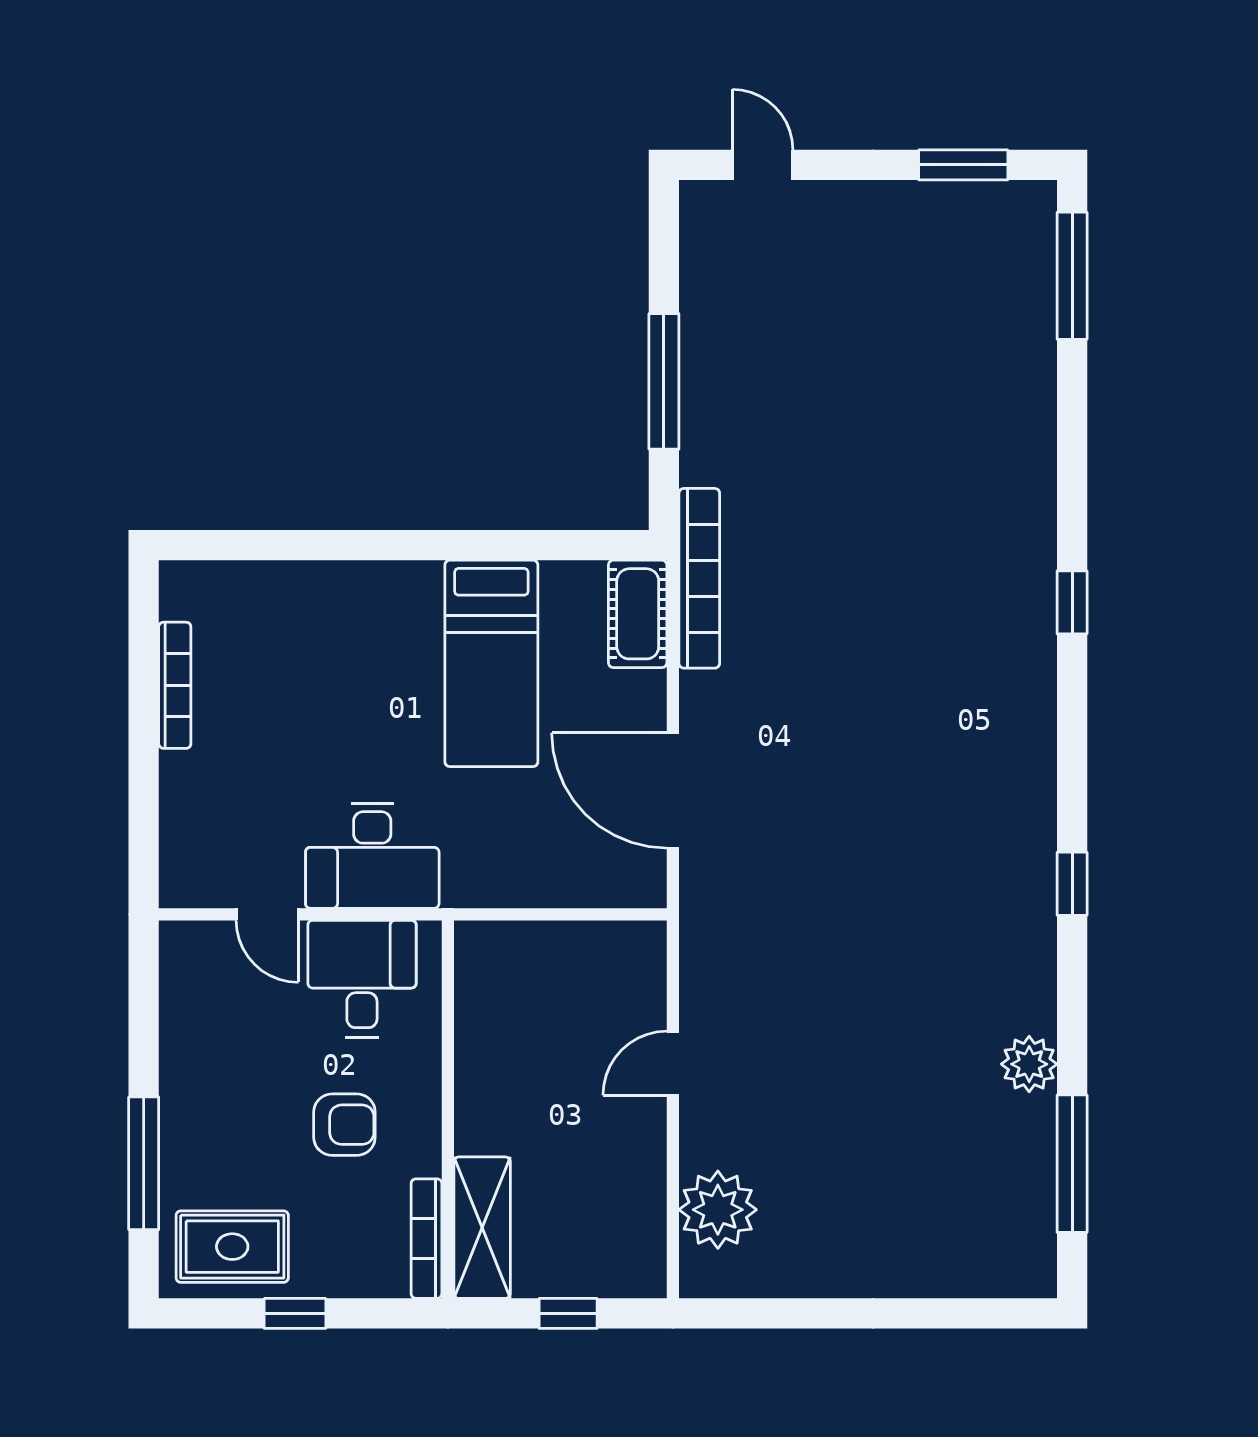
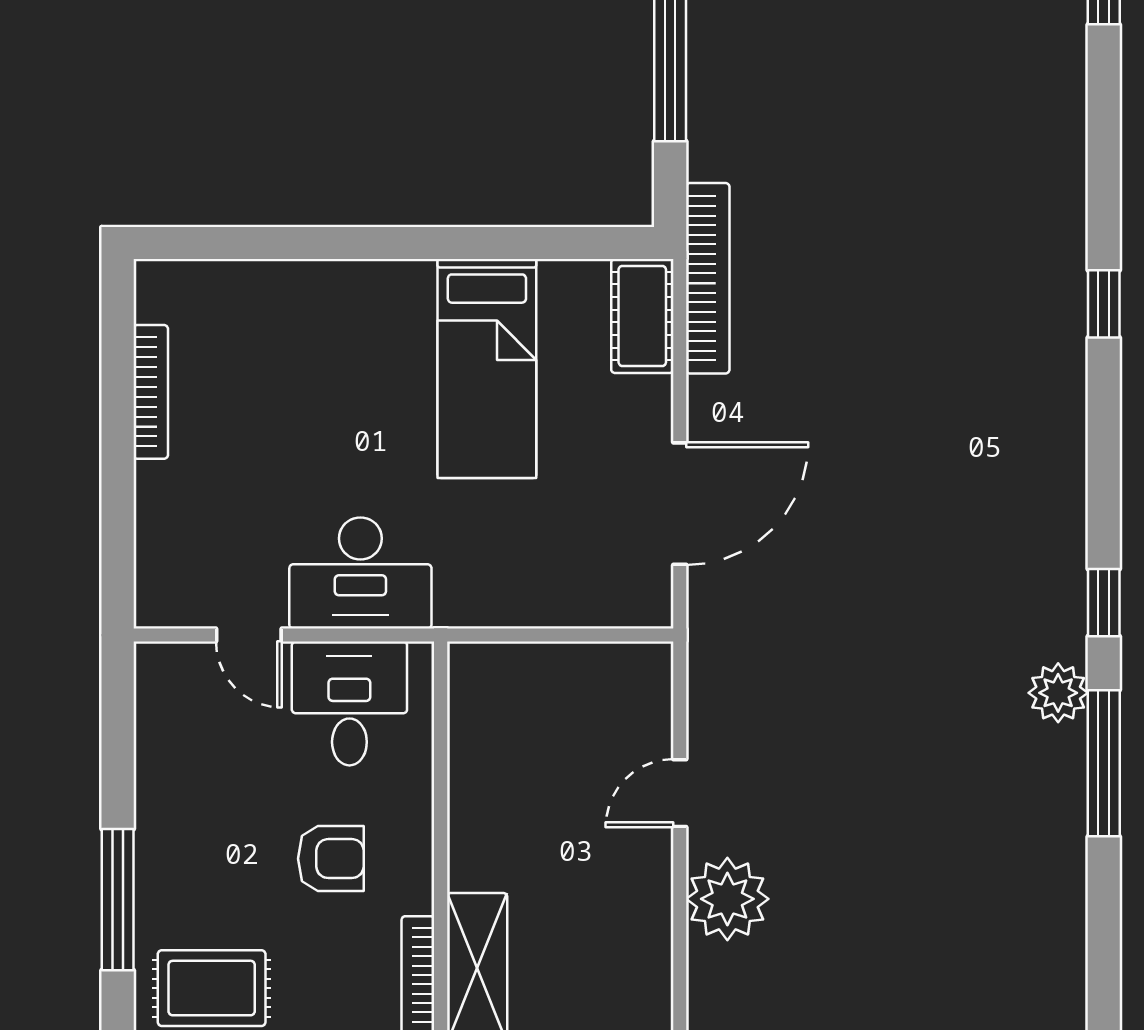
door: (673, 790) -> (680, 504), swing flipped
plant: (1029, 1064) -> (1058, 693), moved
window: (1072, 1164) -> (1104, 763), moved
plant: (718, 1210) -> (727, 899), moved

